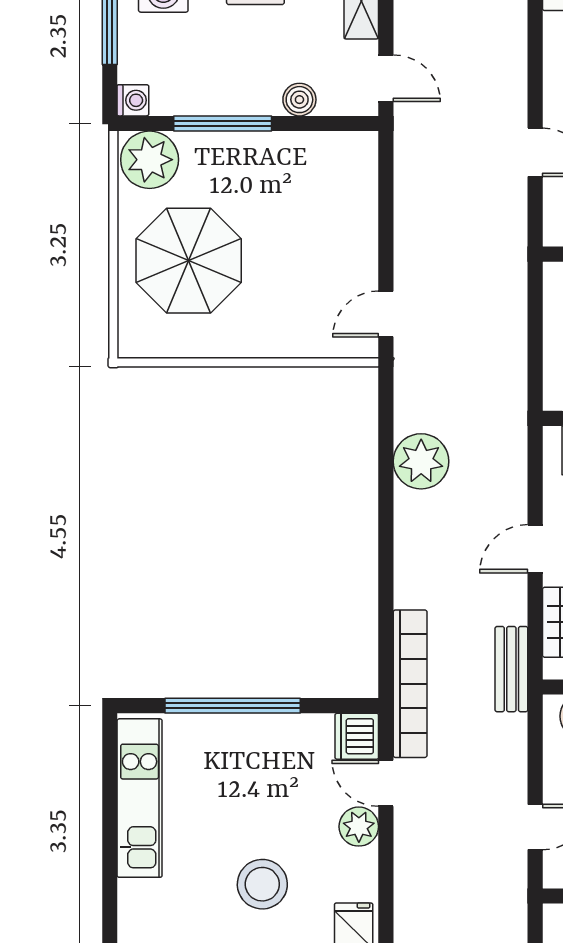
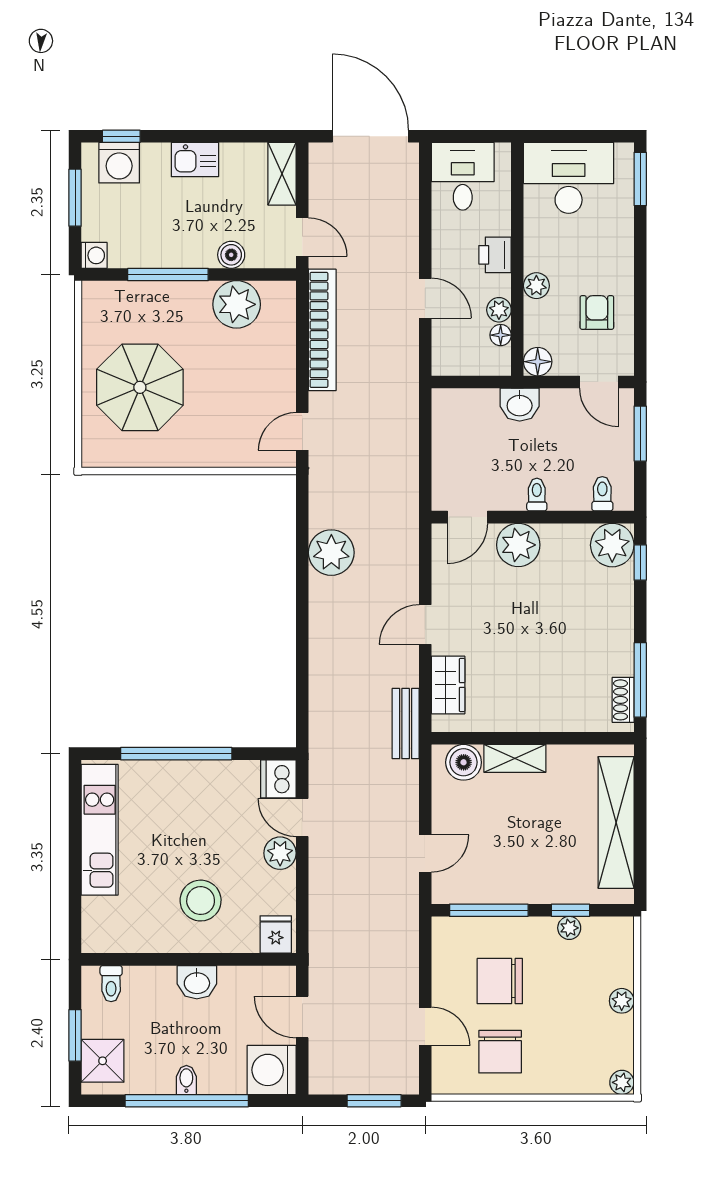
plant: (150, 160) -> (237, 304), moved
bookcase: (410, 684) -> (322, 330), moved

